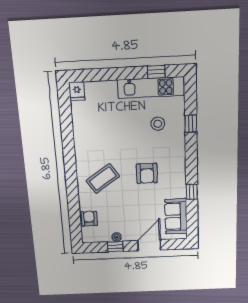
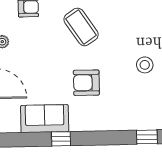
stool: (158, 124) -> (145, 65), moved
sofa: (176, 216) -> (45, 119), moved

